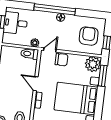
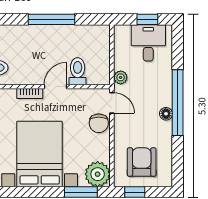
armchair: (89, 36) -> (142, 162), turned -90
toilet: (30, 54) -> (78, 71), moved

